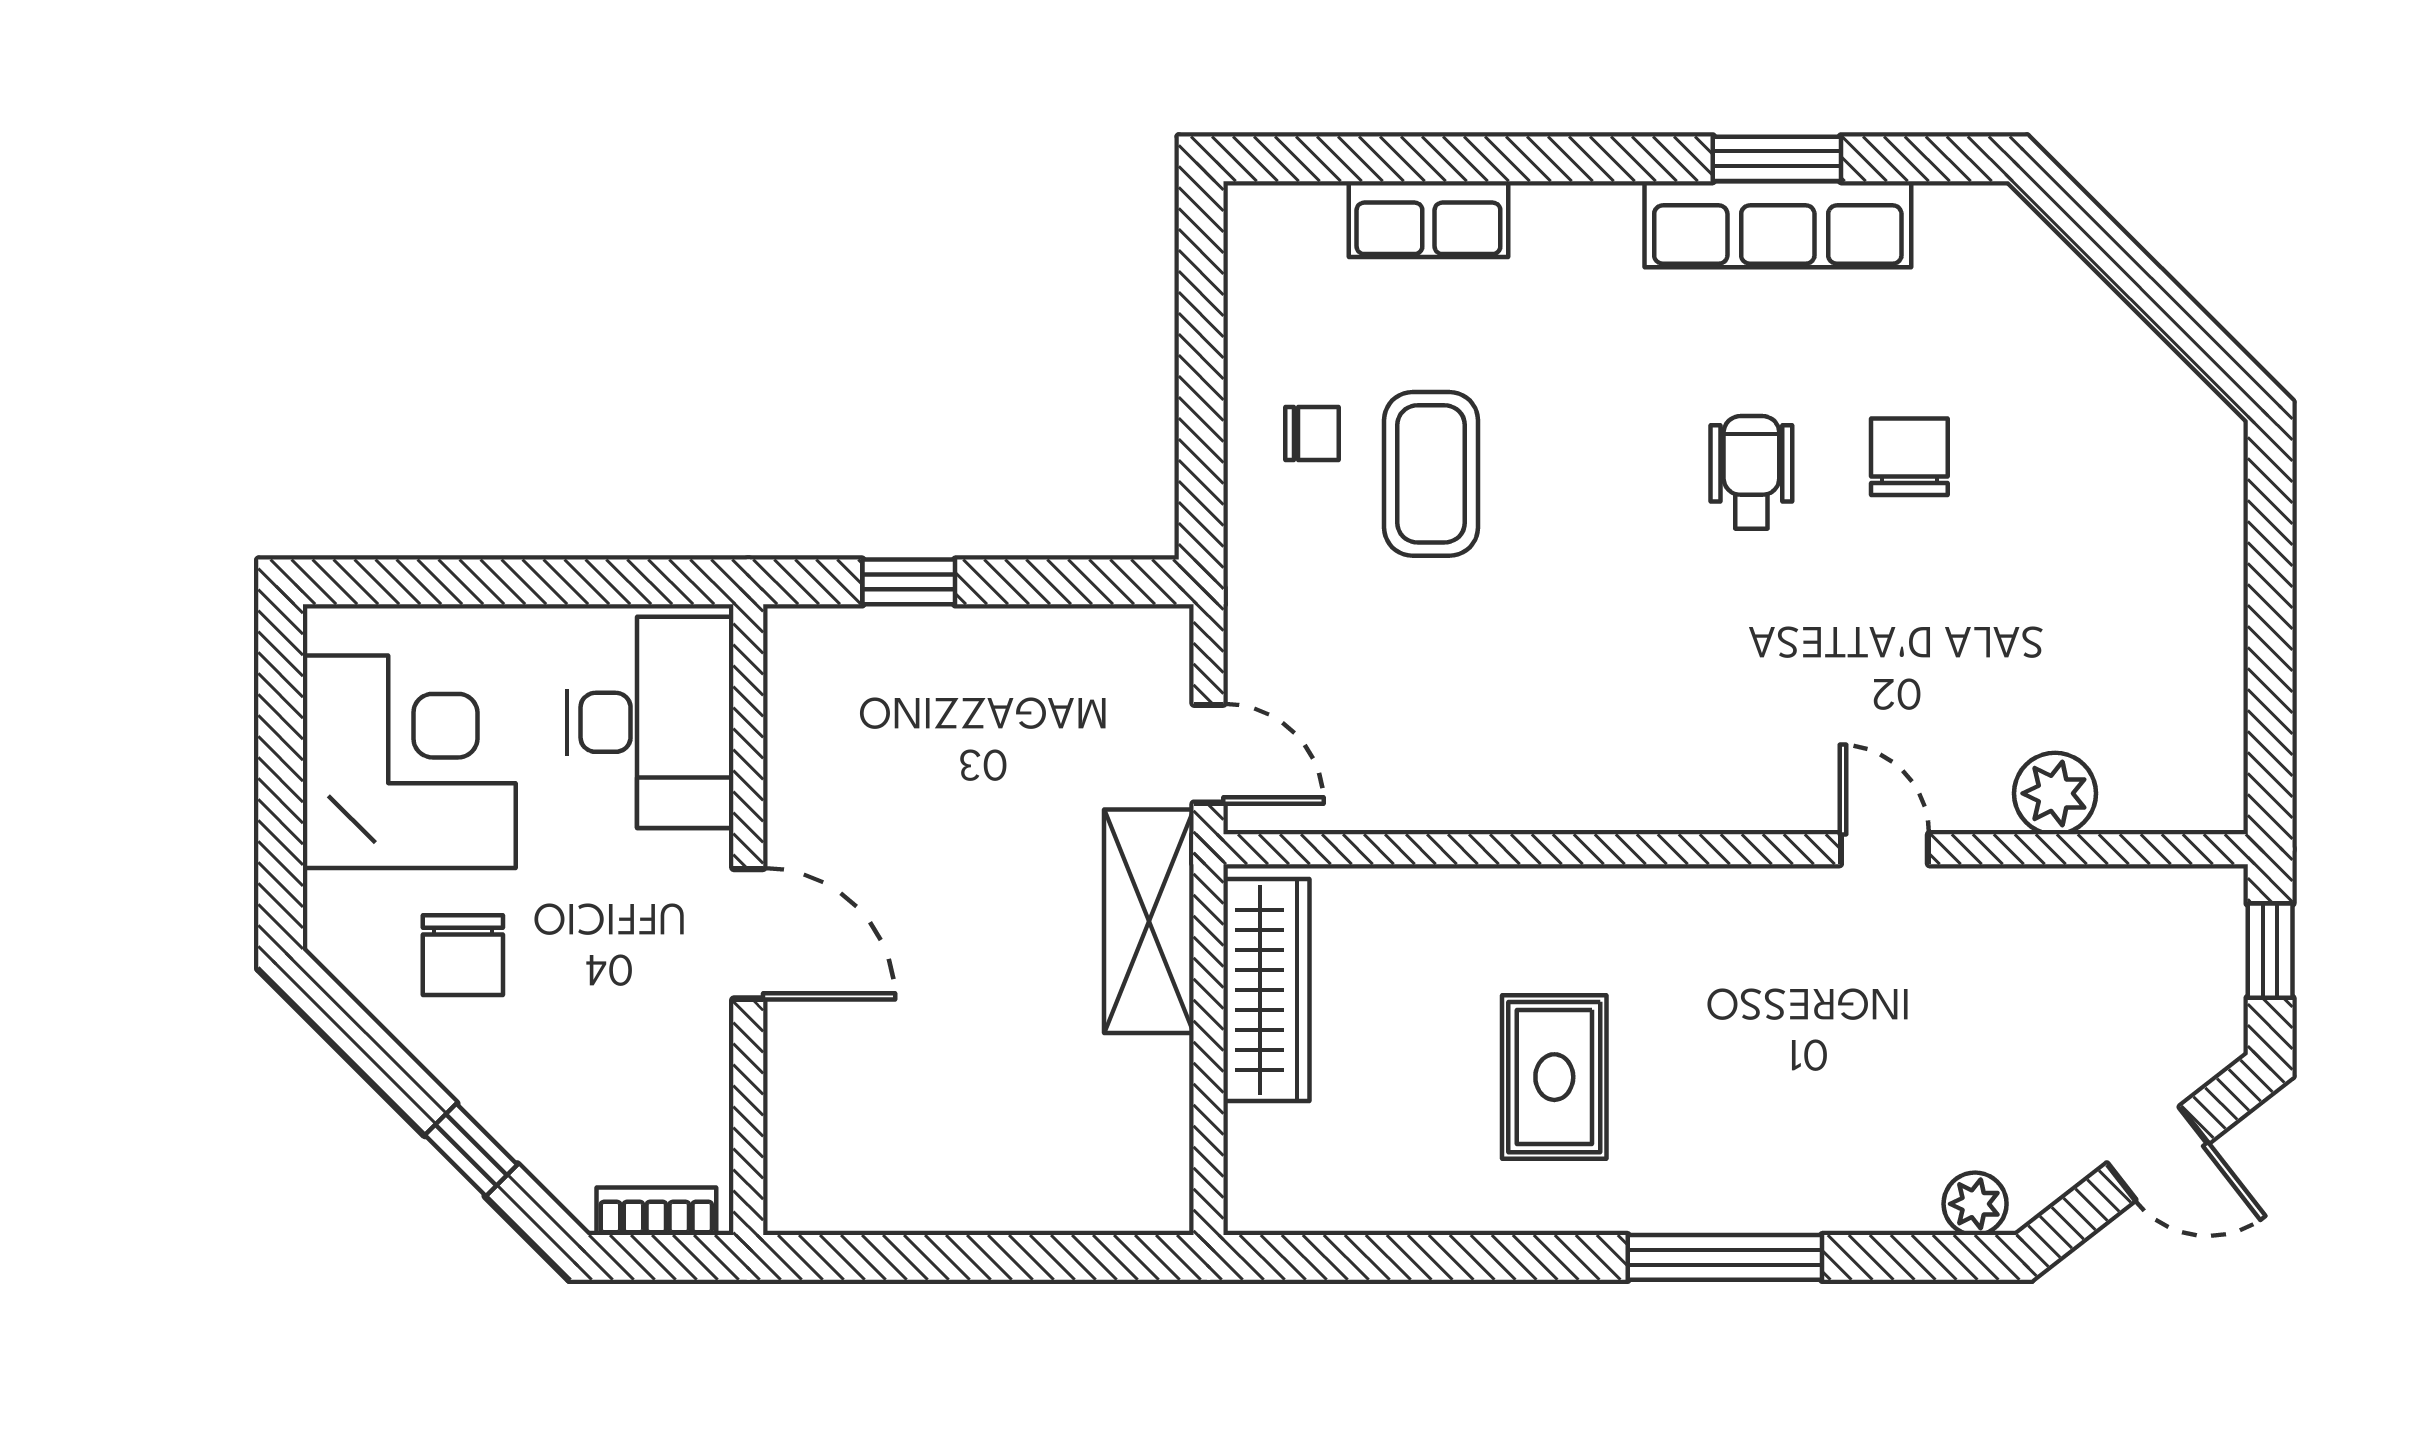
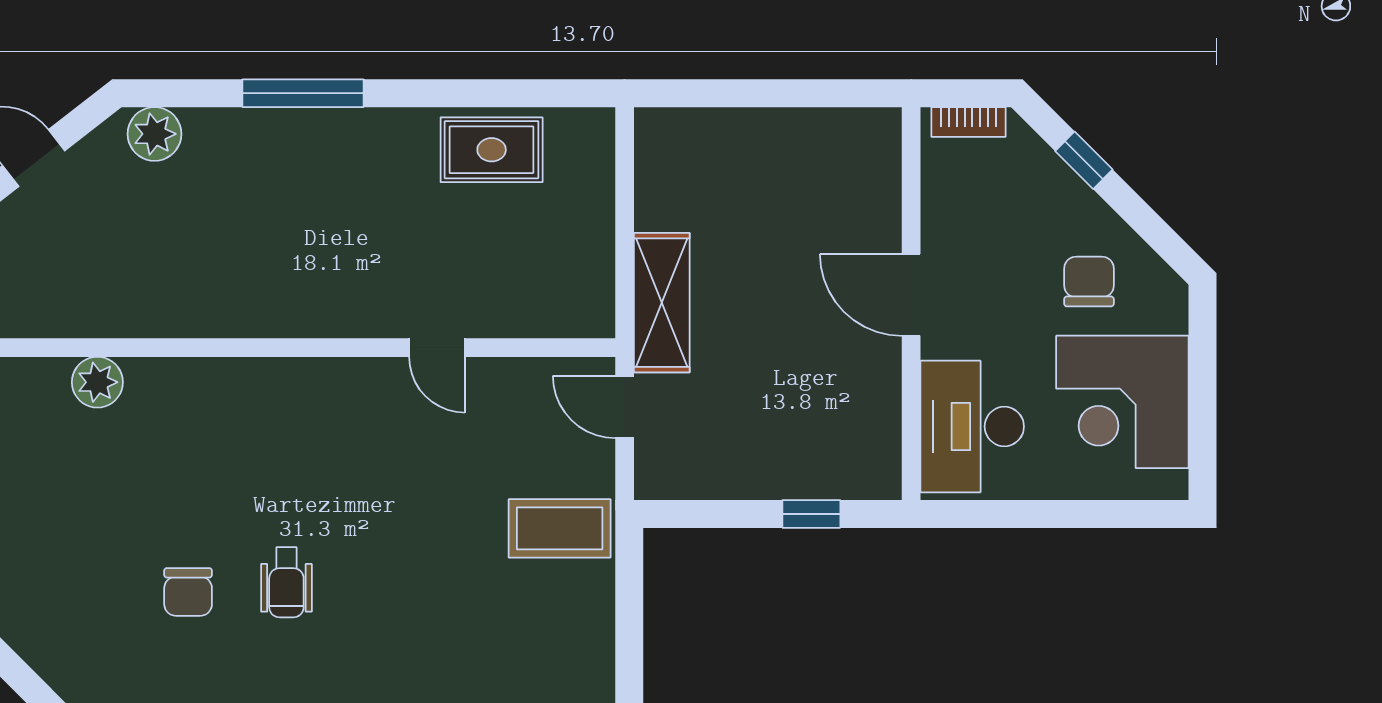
chair: (1312, 434) -> (560, 606), removed
coffee table: (1431, 474) -> (560, 528), moved, turned 90
door: (1884, 849) -> (437, 348), moved
wardrobe: (1266, 990) -> (589, 260), removed
rug: (1554, 1077) -> (492, 150), moved, turned 90
plant: (1975, 1204) -> (155, 134), width x1.38, depth x1.38

